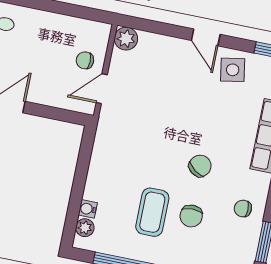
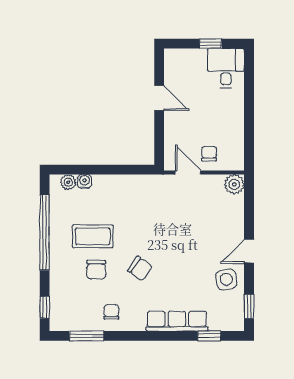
chair: (191, 216) -> (96, 270), turned -90

